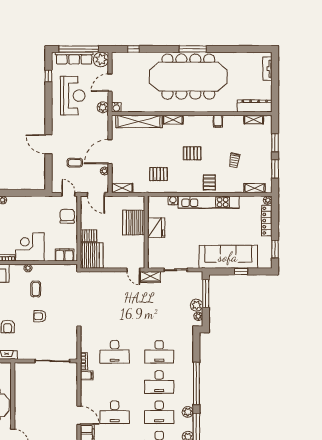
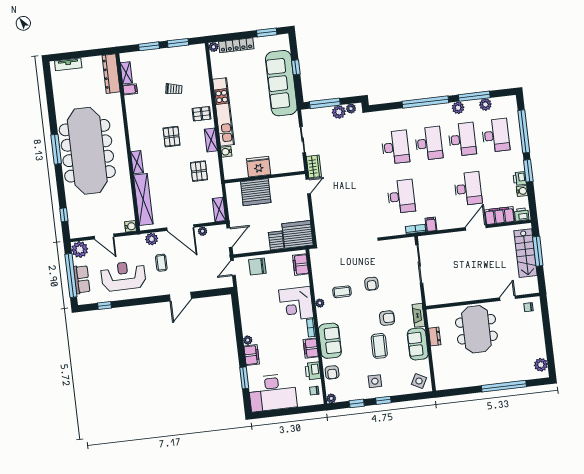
row of seats: (74, 58) -> (82, 279), width x0.68
plant: (103, 107) -> (152, 239), moved
filing cabinet: (218, 121) -> (130, 89), moved
coffee table: (75, 163) -> (161, 263), moved
shelving: (254, 188) -> (211, 140), moved

